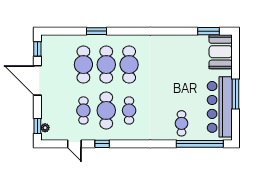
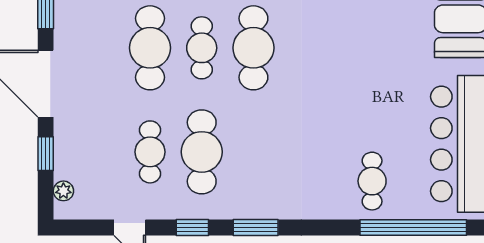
cafe table: (106, 65) -> (202, 48), width x0.73, depth x0.74
cafe table: (129, 110) -> (253, 152), removed
window: (37, 126) -> (46, 154), moved
window: (130, 144) -> (256, 227), added

